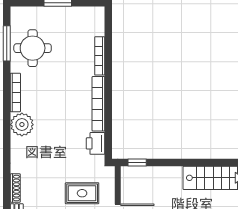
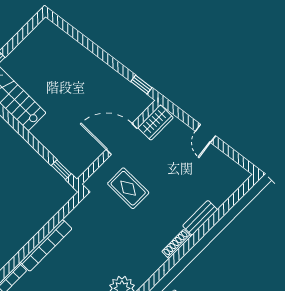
printer: (96, 143) -> (79, 217), removed

